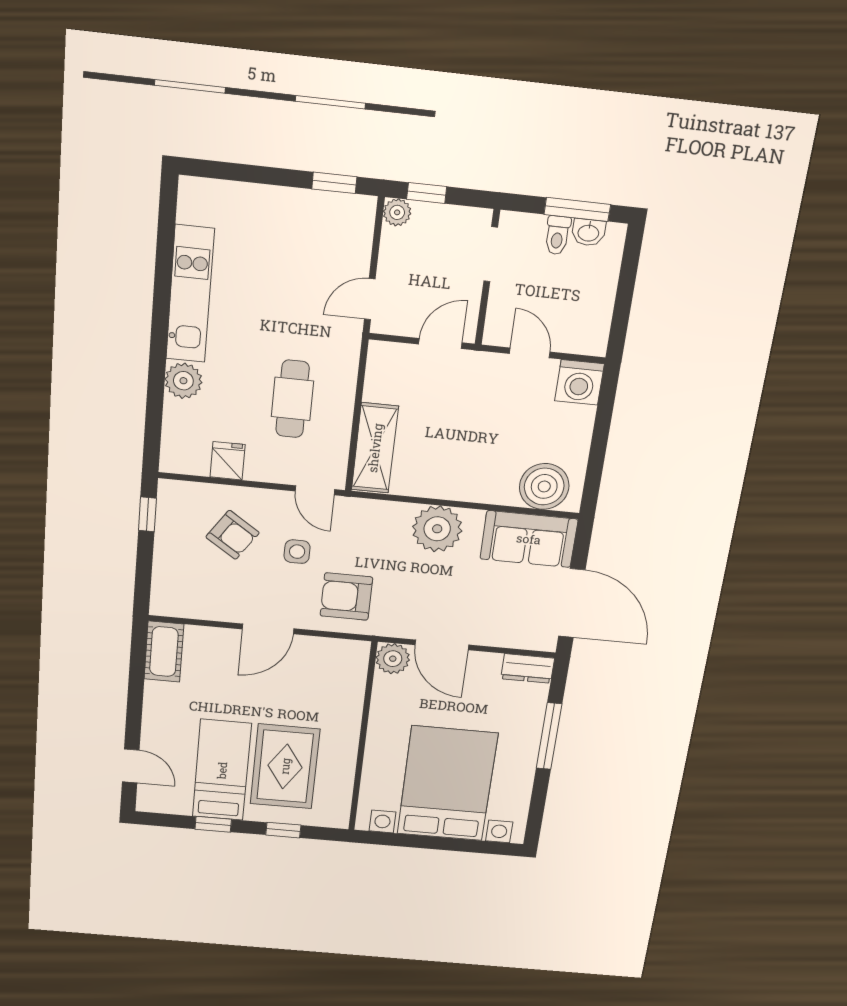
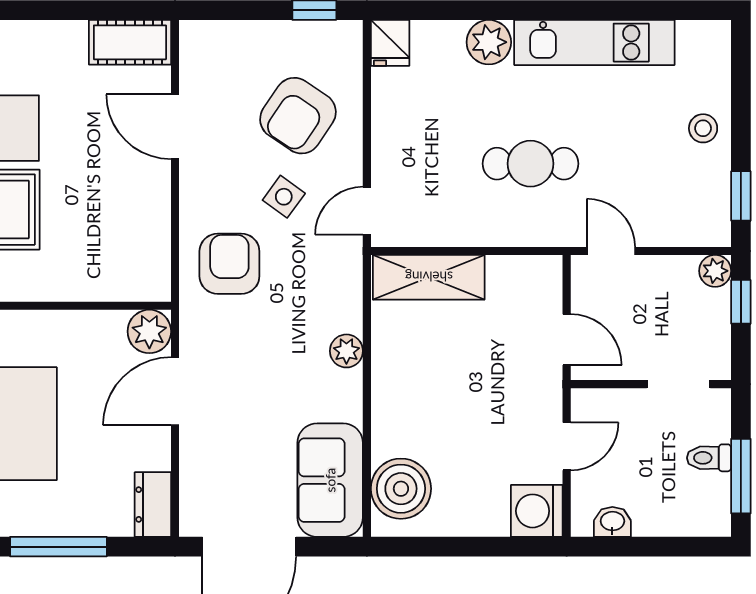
stool: (272, 209) -> (703, 128), added
washbasin: (588, 232) -> (612, 522), moved, turned 90
cafe table: (292, 399) -> (530, 164), moved
fridge: (228, 461) -> (390, 43), moved, turned 90
plant: (437, 529) -> (346, 351), width x0.53, depth x0.53
armchair: (233, 535) -> (298, 116), width x1.38, depth x1.38
side table: (297, 552) -> (284, 197), turned 36
door: (268, 629) -> (175, 127), moved

